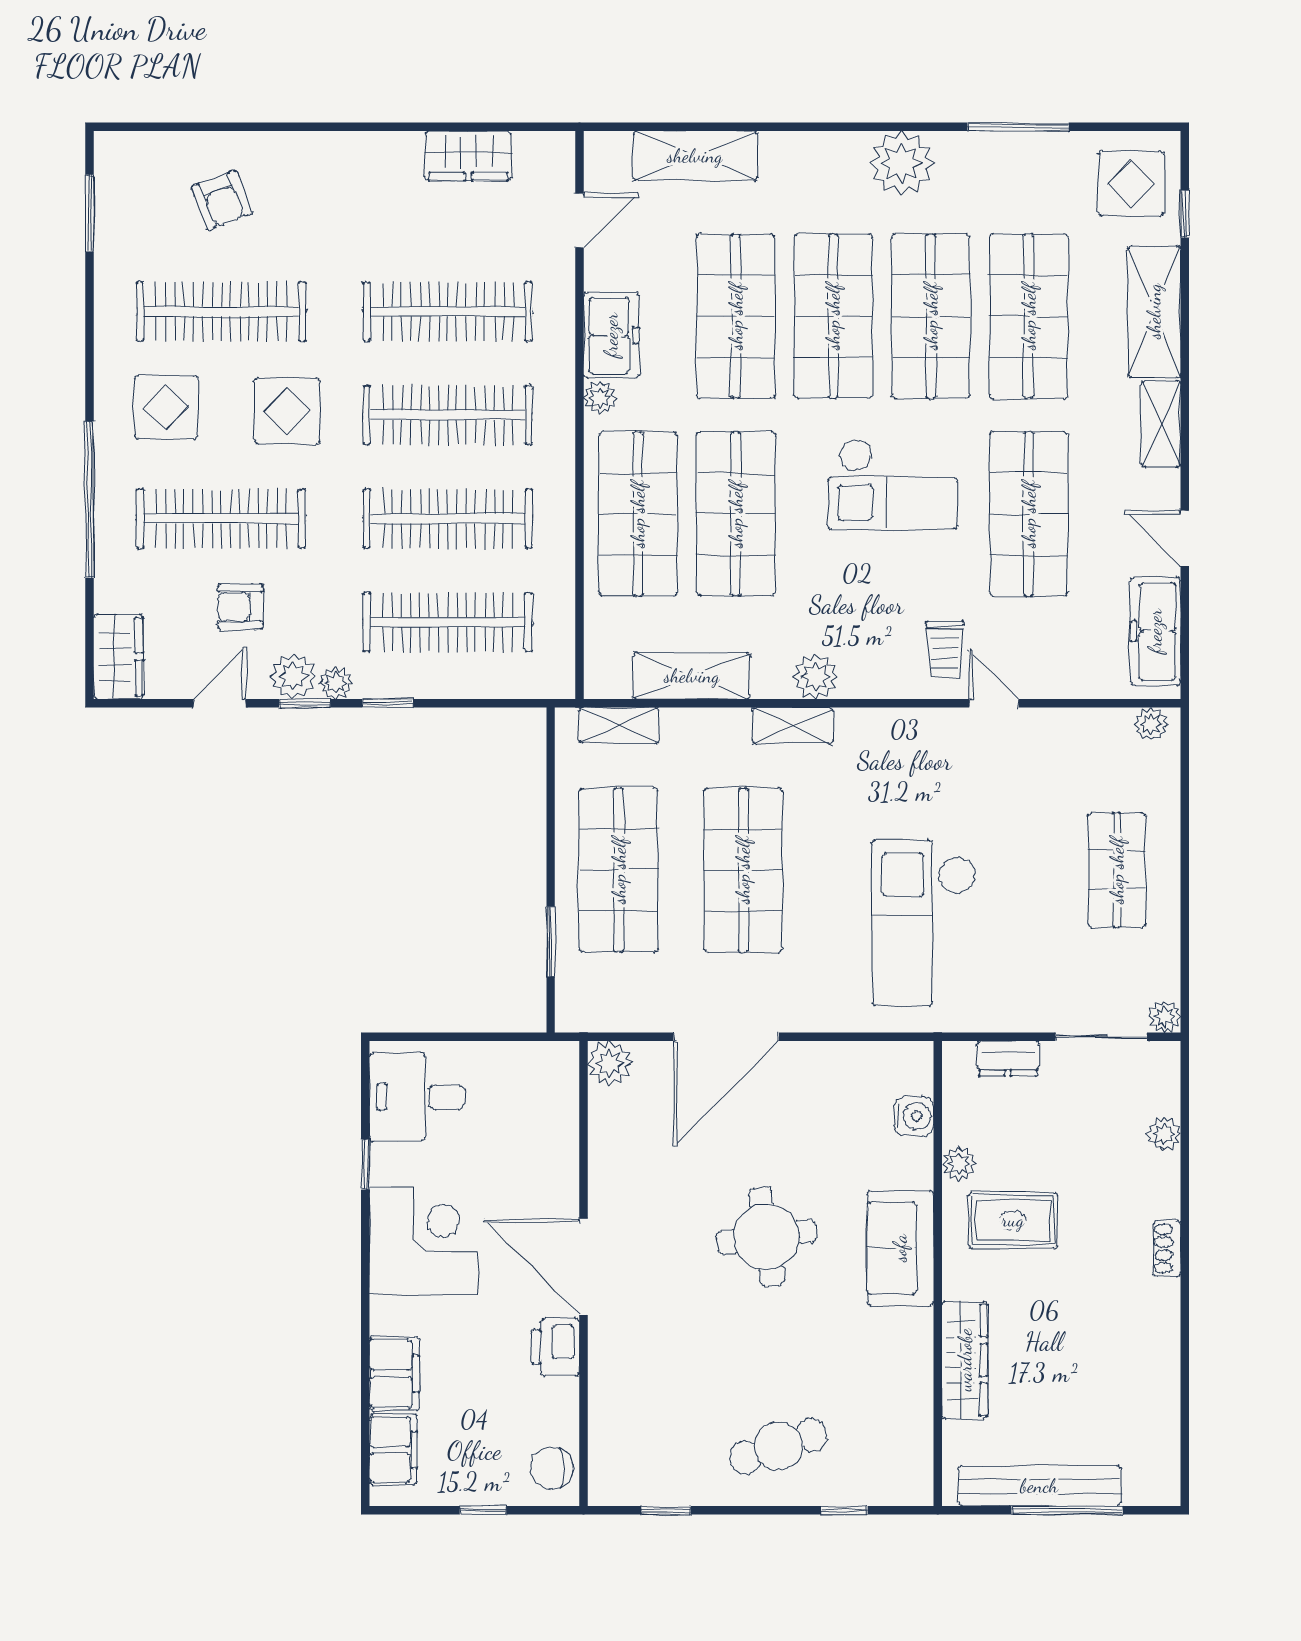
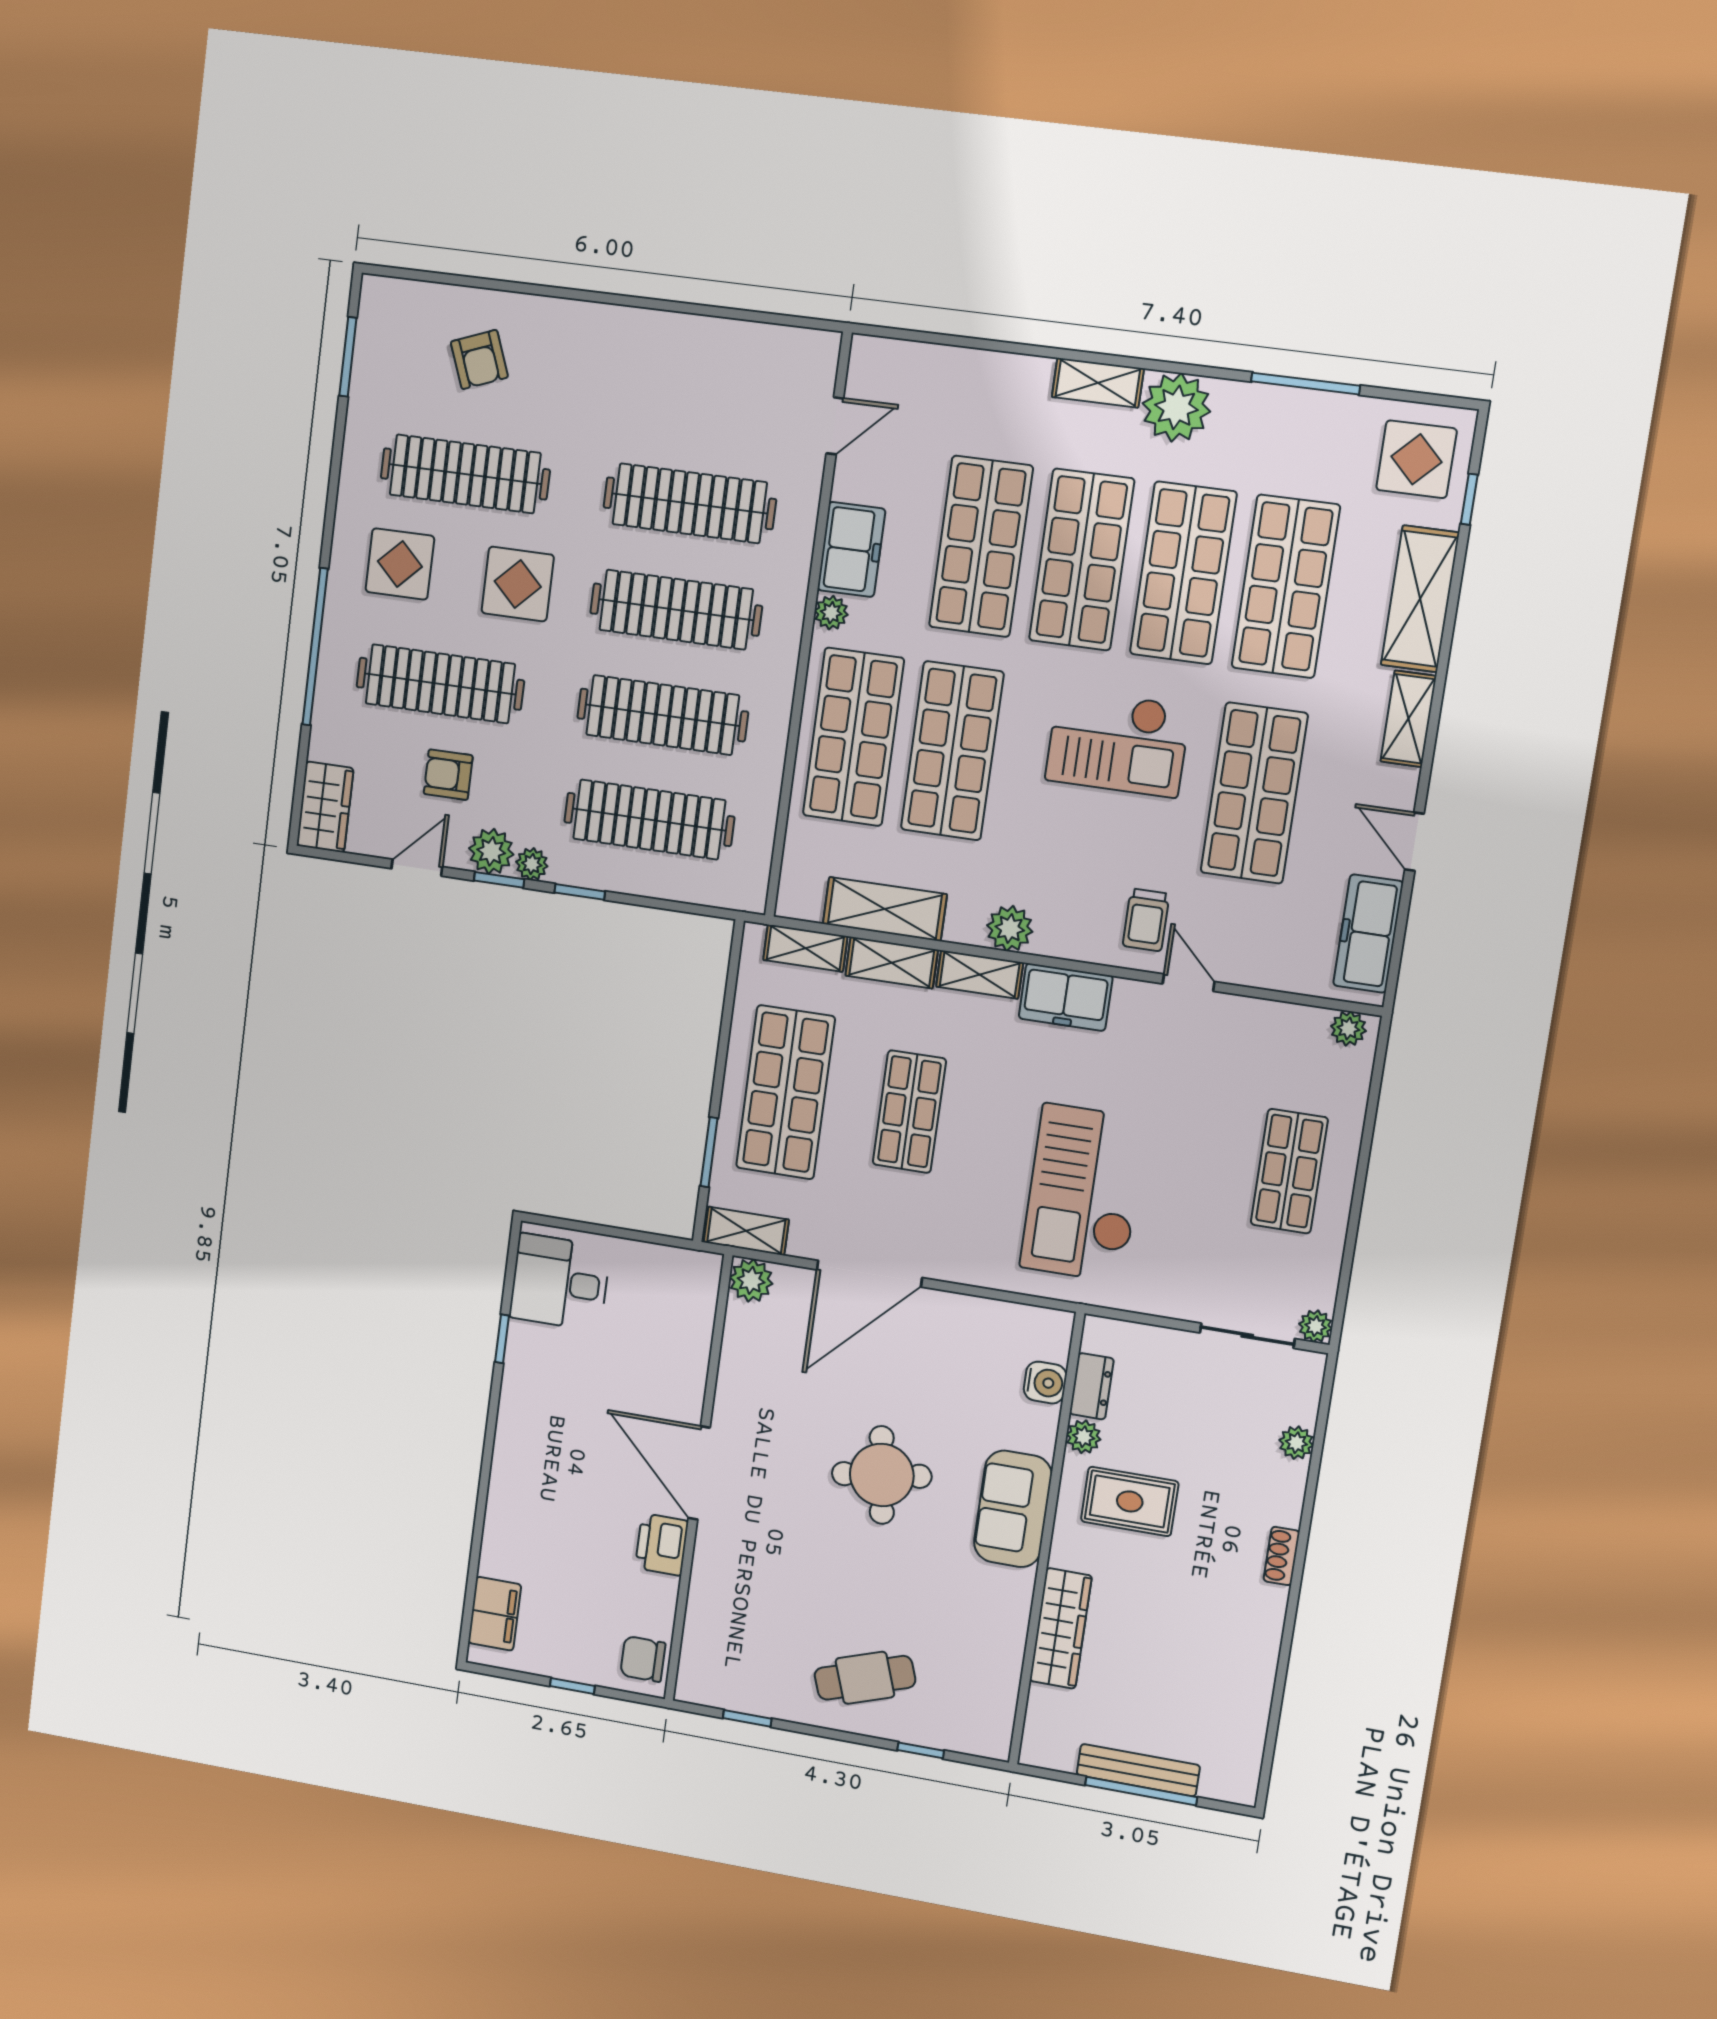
wardrobe: (468, 156) -> (731, 344), removed
shelving: (695, 156) -> (1098, 383), moved, width x0.67, depth x0.75
shelving: (706, 727) -> (892, 963), added
freezer: (879, 735) -> (1066, 997), added
shop shelf: (743, 870) -> (909, 1112), width x0.70, depth x0.74
shelving: (598, 1014) -> (746, 1231), added
dresser: (1008, 1059) -> (1092, 1386), moved, turned -90
corner desk: (424, 1240) -> (549, 1421), removed
filing cabinet: (394, 1374) -> (505, 1542), removed
bench: (1039, 1486) -> (1138, 1770), width x0.73, depth x0.82

